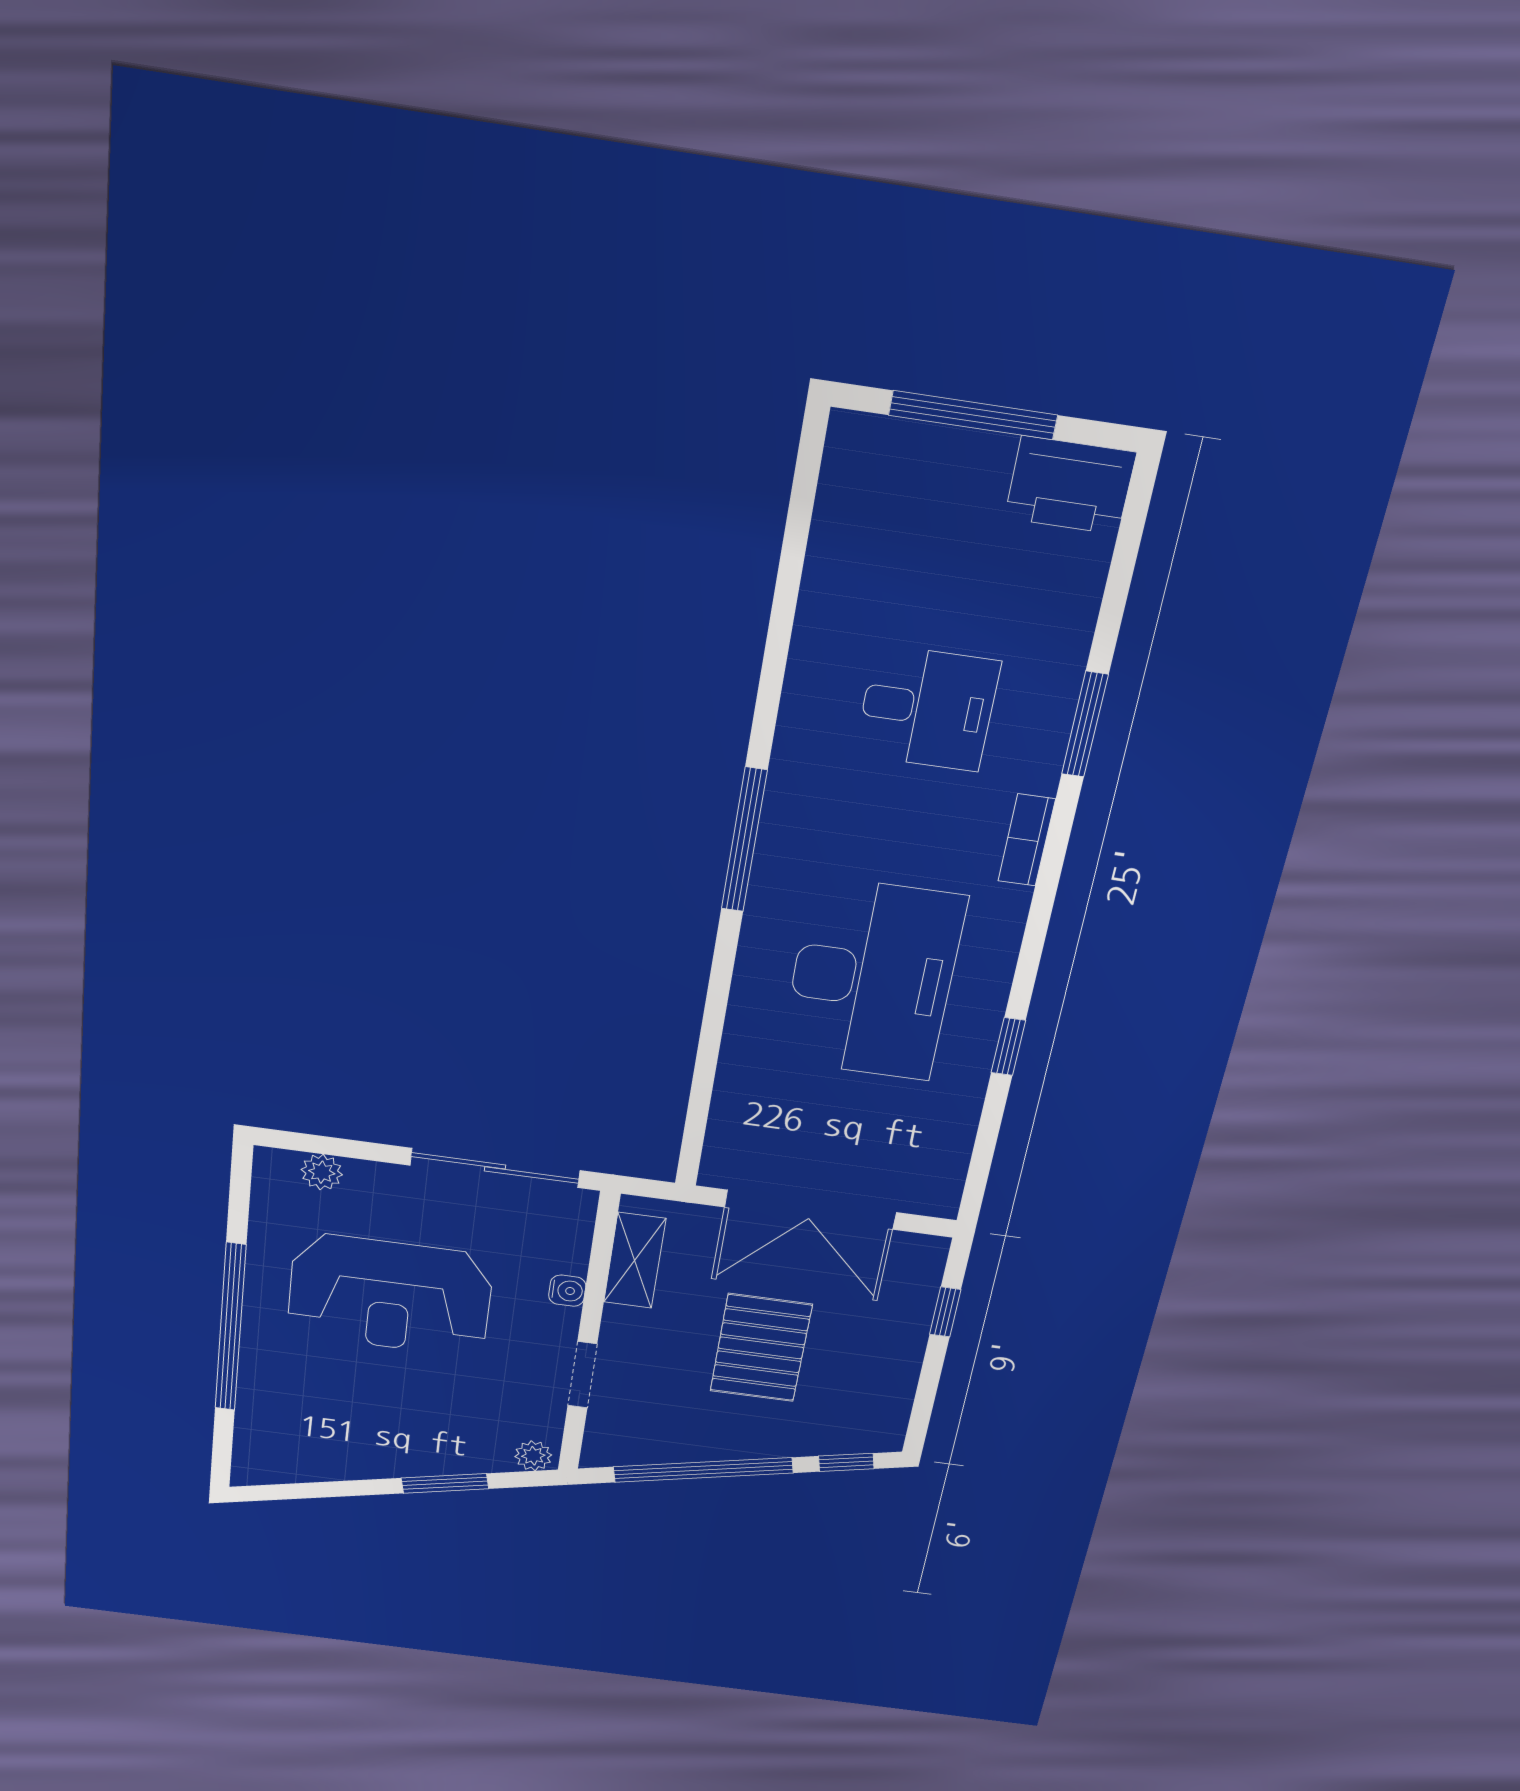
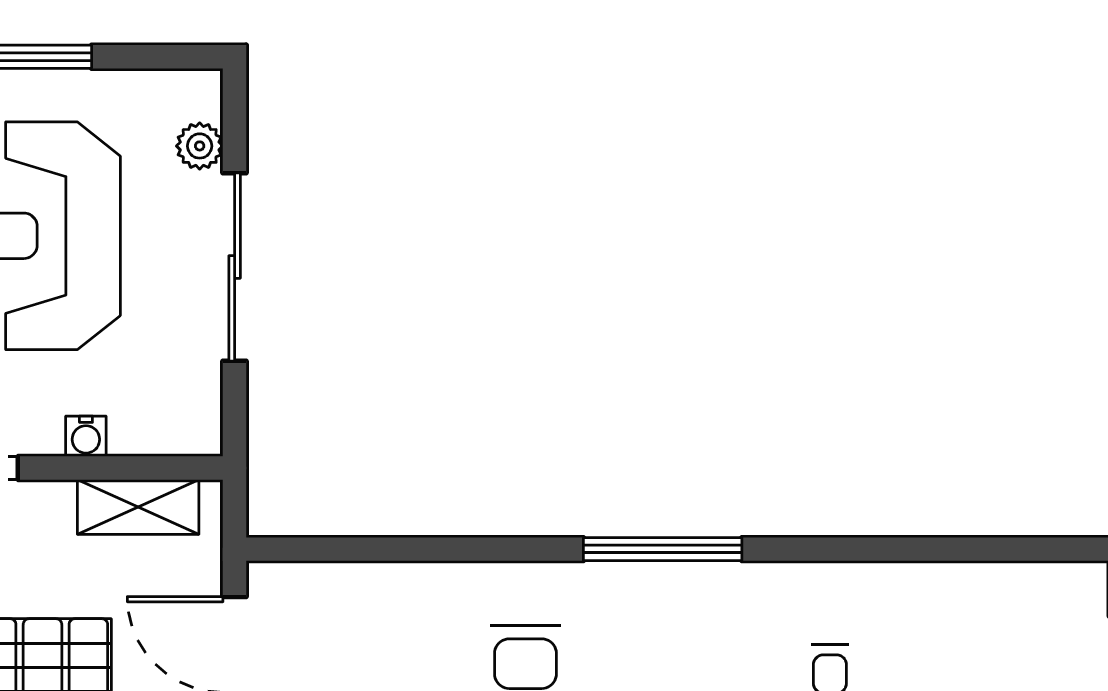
sliding door: (495, 1168) -> (235, 267), moved

